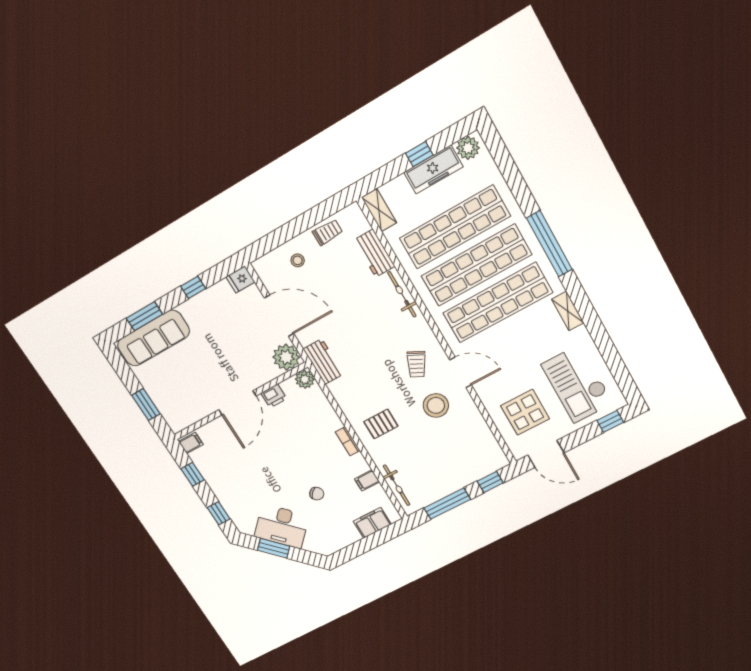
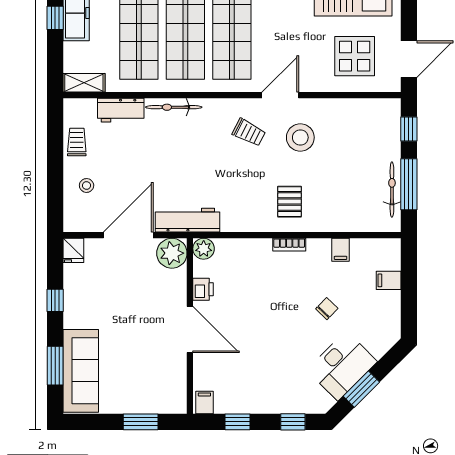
workbench: (323, 362) -> (188, 220), width x1.38
bicycle: (397, 485) -> (392, 190), moved, turned -90
filing cabinet: (372, 523) -> (389, 280), width x0.50

